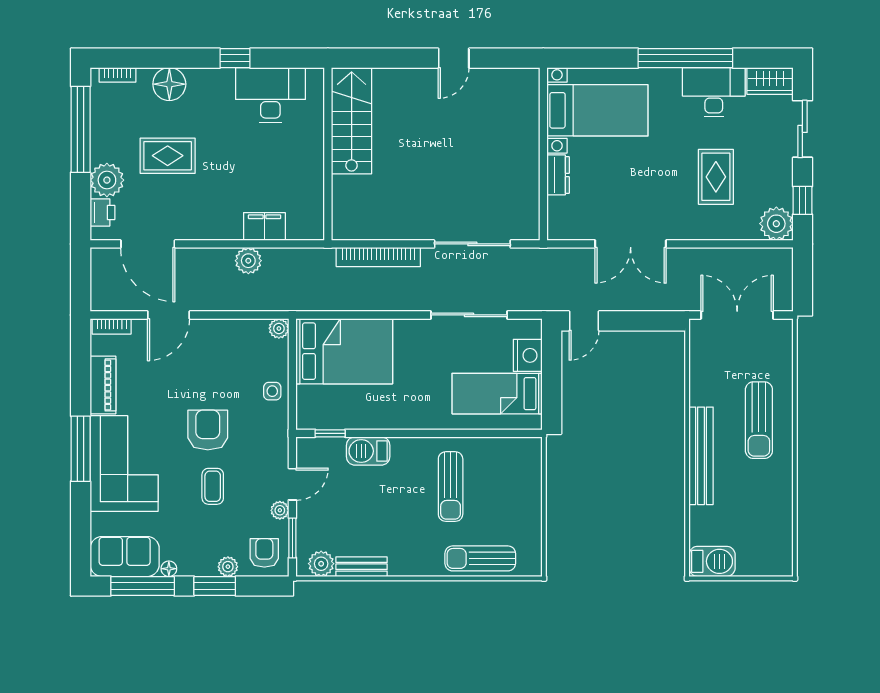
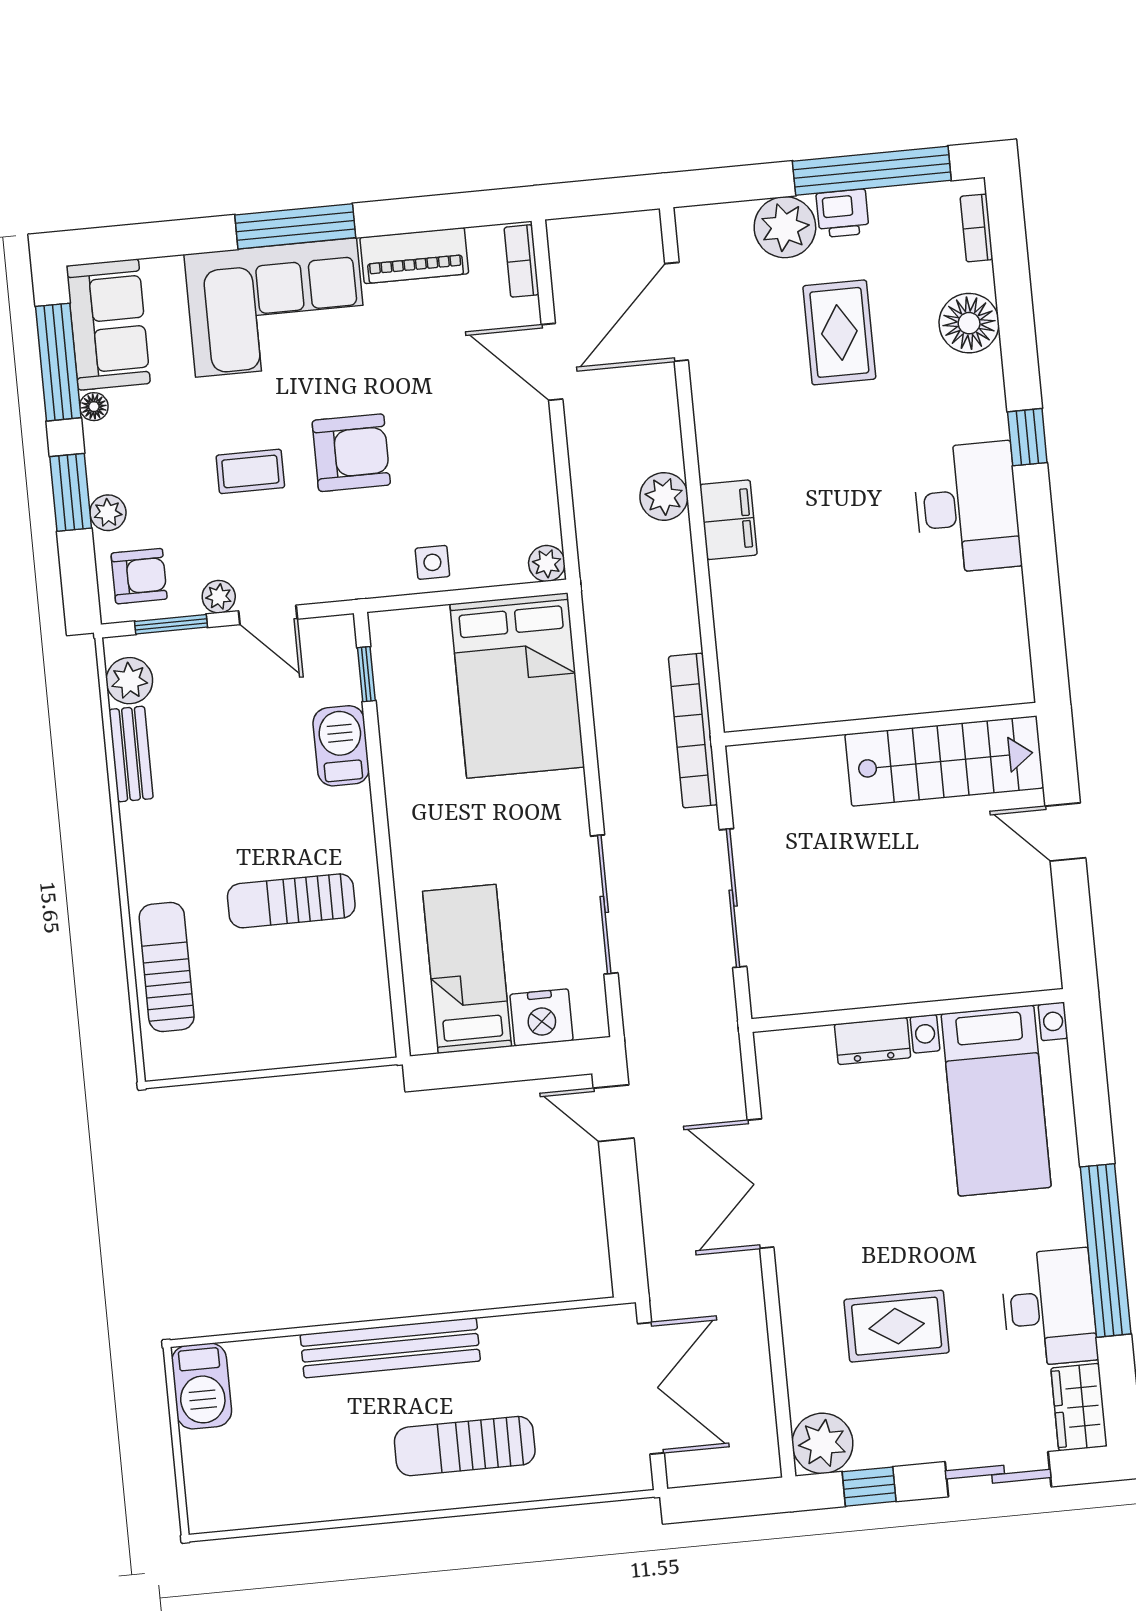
stairs: (352, 121) -> (944, 761), moved
wall: (328, 154) -> (880, 724), moved
printer: (102, 212) -> (843, 213), moved

